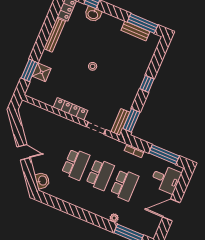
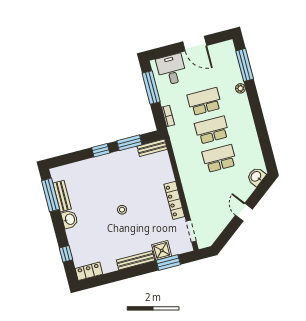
washbasin: (93, 14) -> (70, 219), moved
bench: (54, 35) -> (136, 260), moved
window: (131, 120) -> (129, 143), moved
doorway: (96, 128) -> (191, 231), moved

